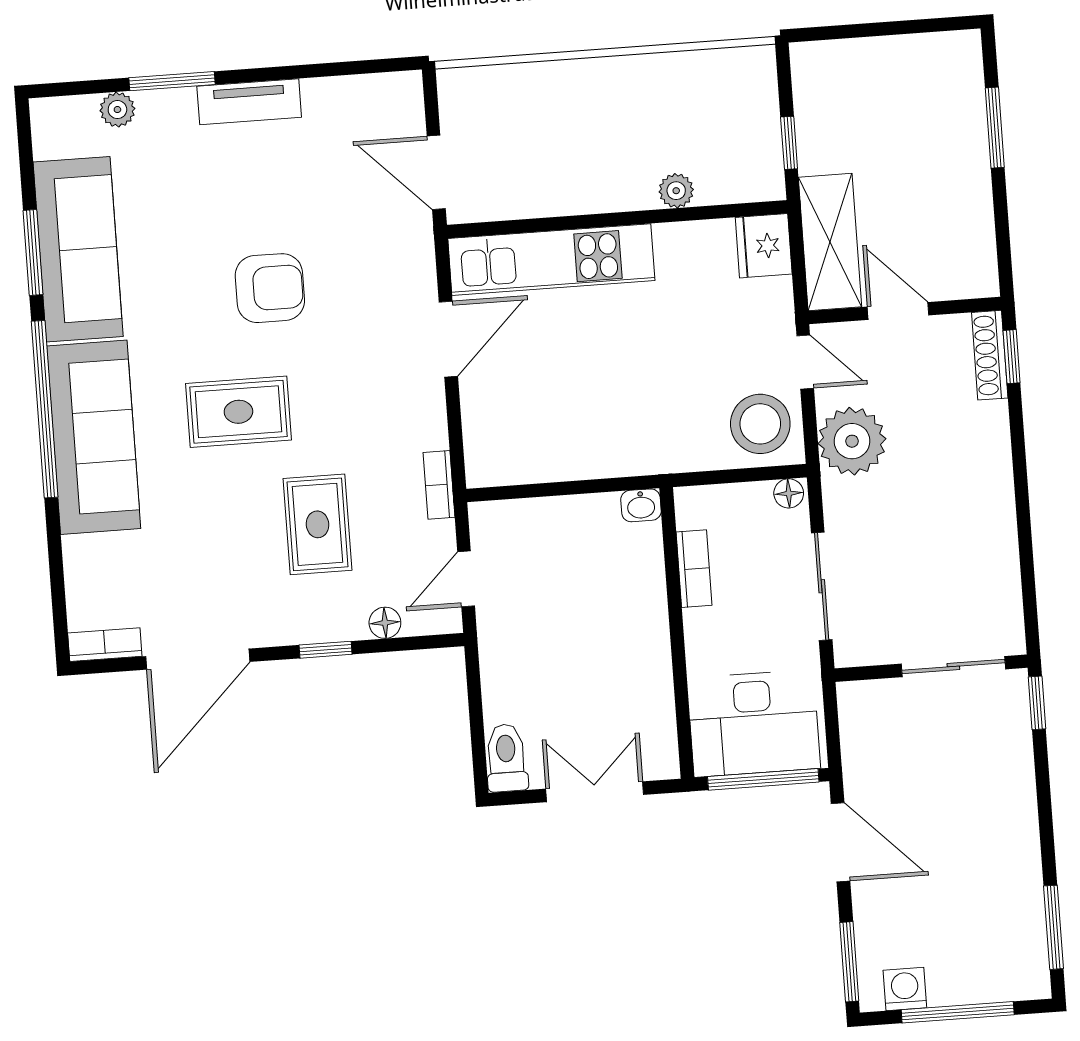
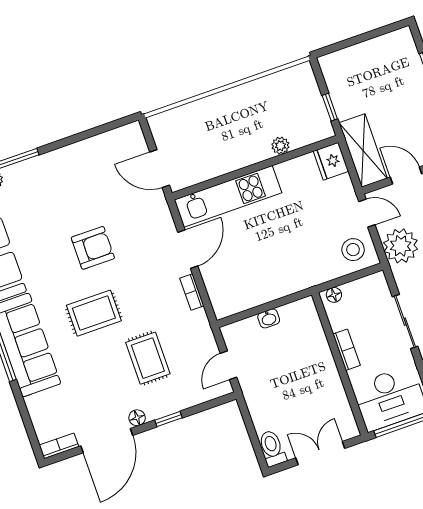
tv unit: (249, 102) -> (58, 159), removed
stool: (760, 424) -> (353, 250), width x0.73, depth x0.73
bookcase: (439, 485) -> (192, 292), moved
floor lamp: (789, 493) -> (334, 295), moved
washbasin: (641, 505) -> (269, 318), moved
bookcase: (694, 569) -> (347, 350), moved
floor lamp: (385, 623) -> (137, 418), moved

